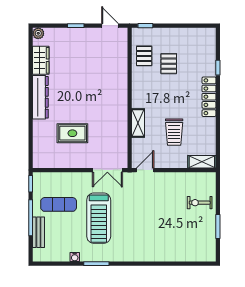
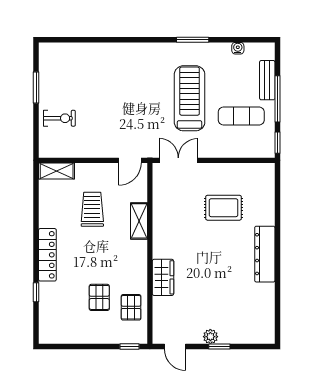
plant: (38, 33) -> (210, 337), moved
wardrobe: (41, 60) -> (163, 277), moved, turned 180
water cooler: (75, 257) -> (238, 48), moved

